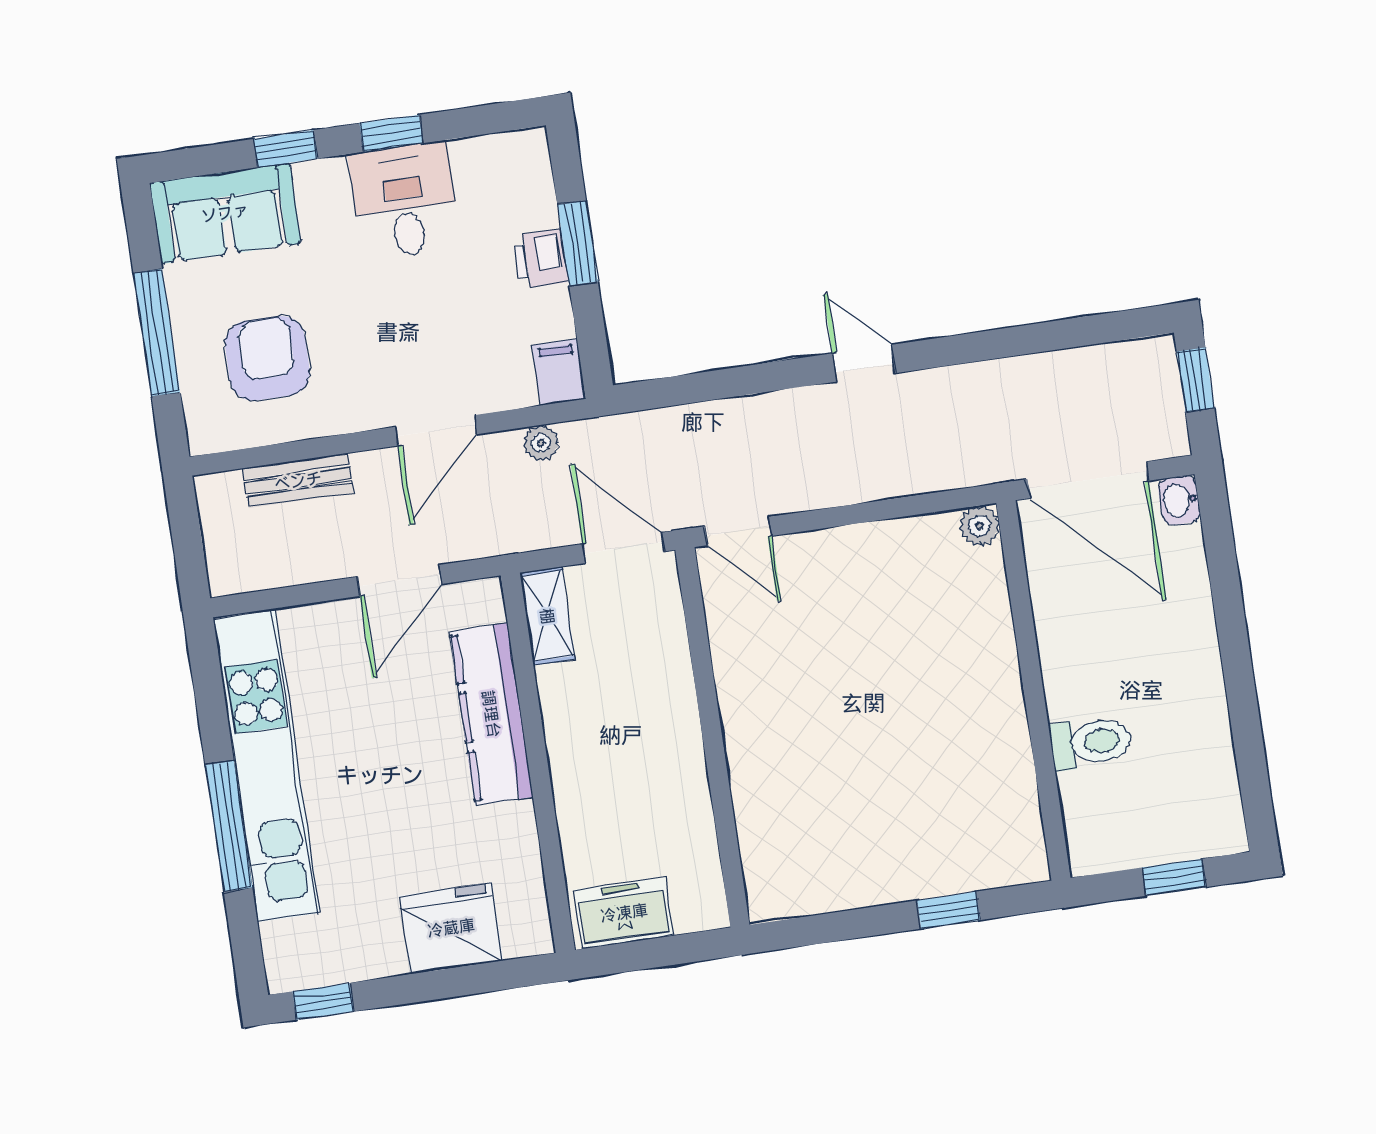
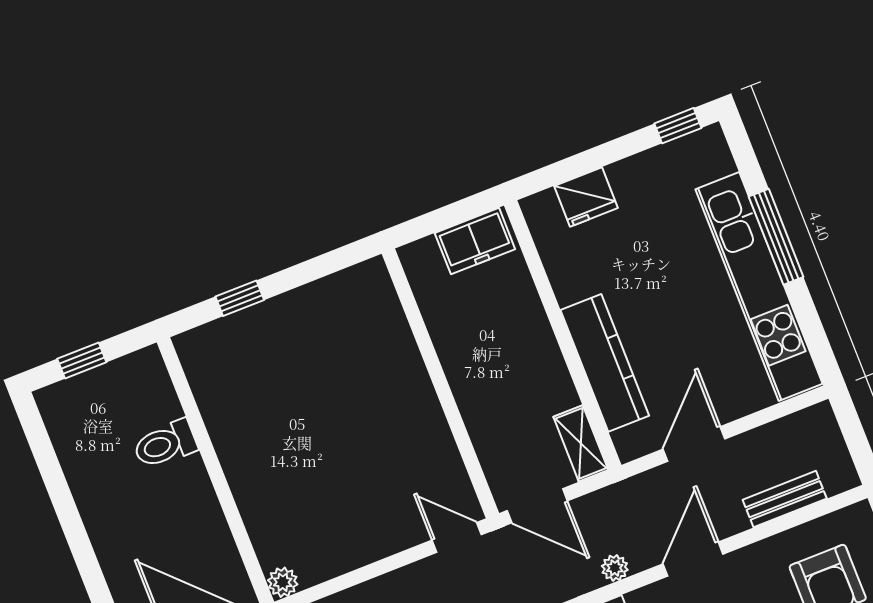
fridge: (451, 928) -> (586, 197), width x0.73, depth x0.75

